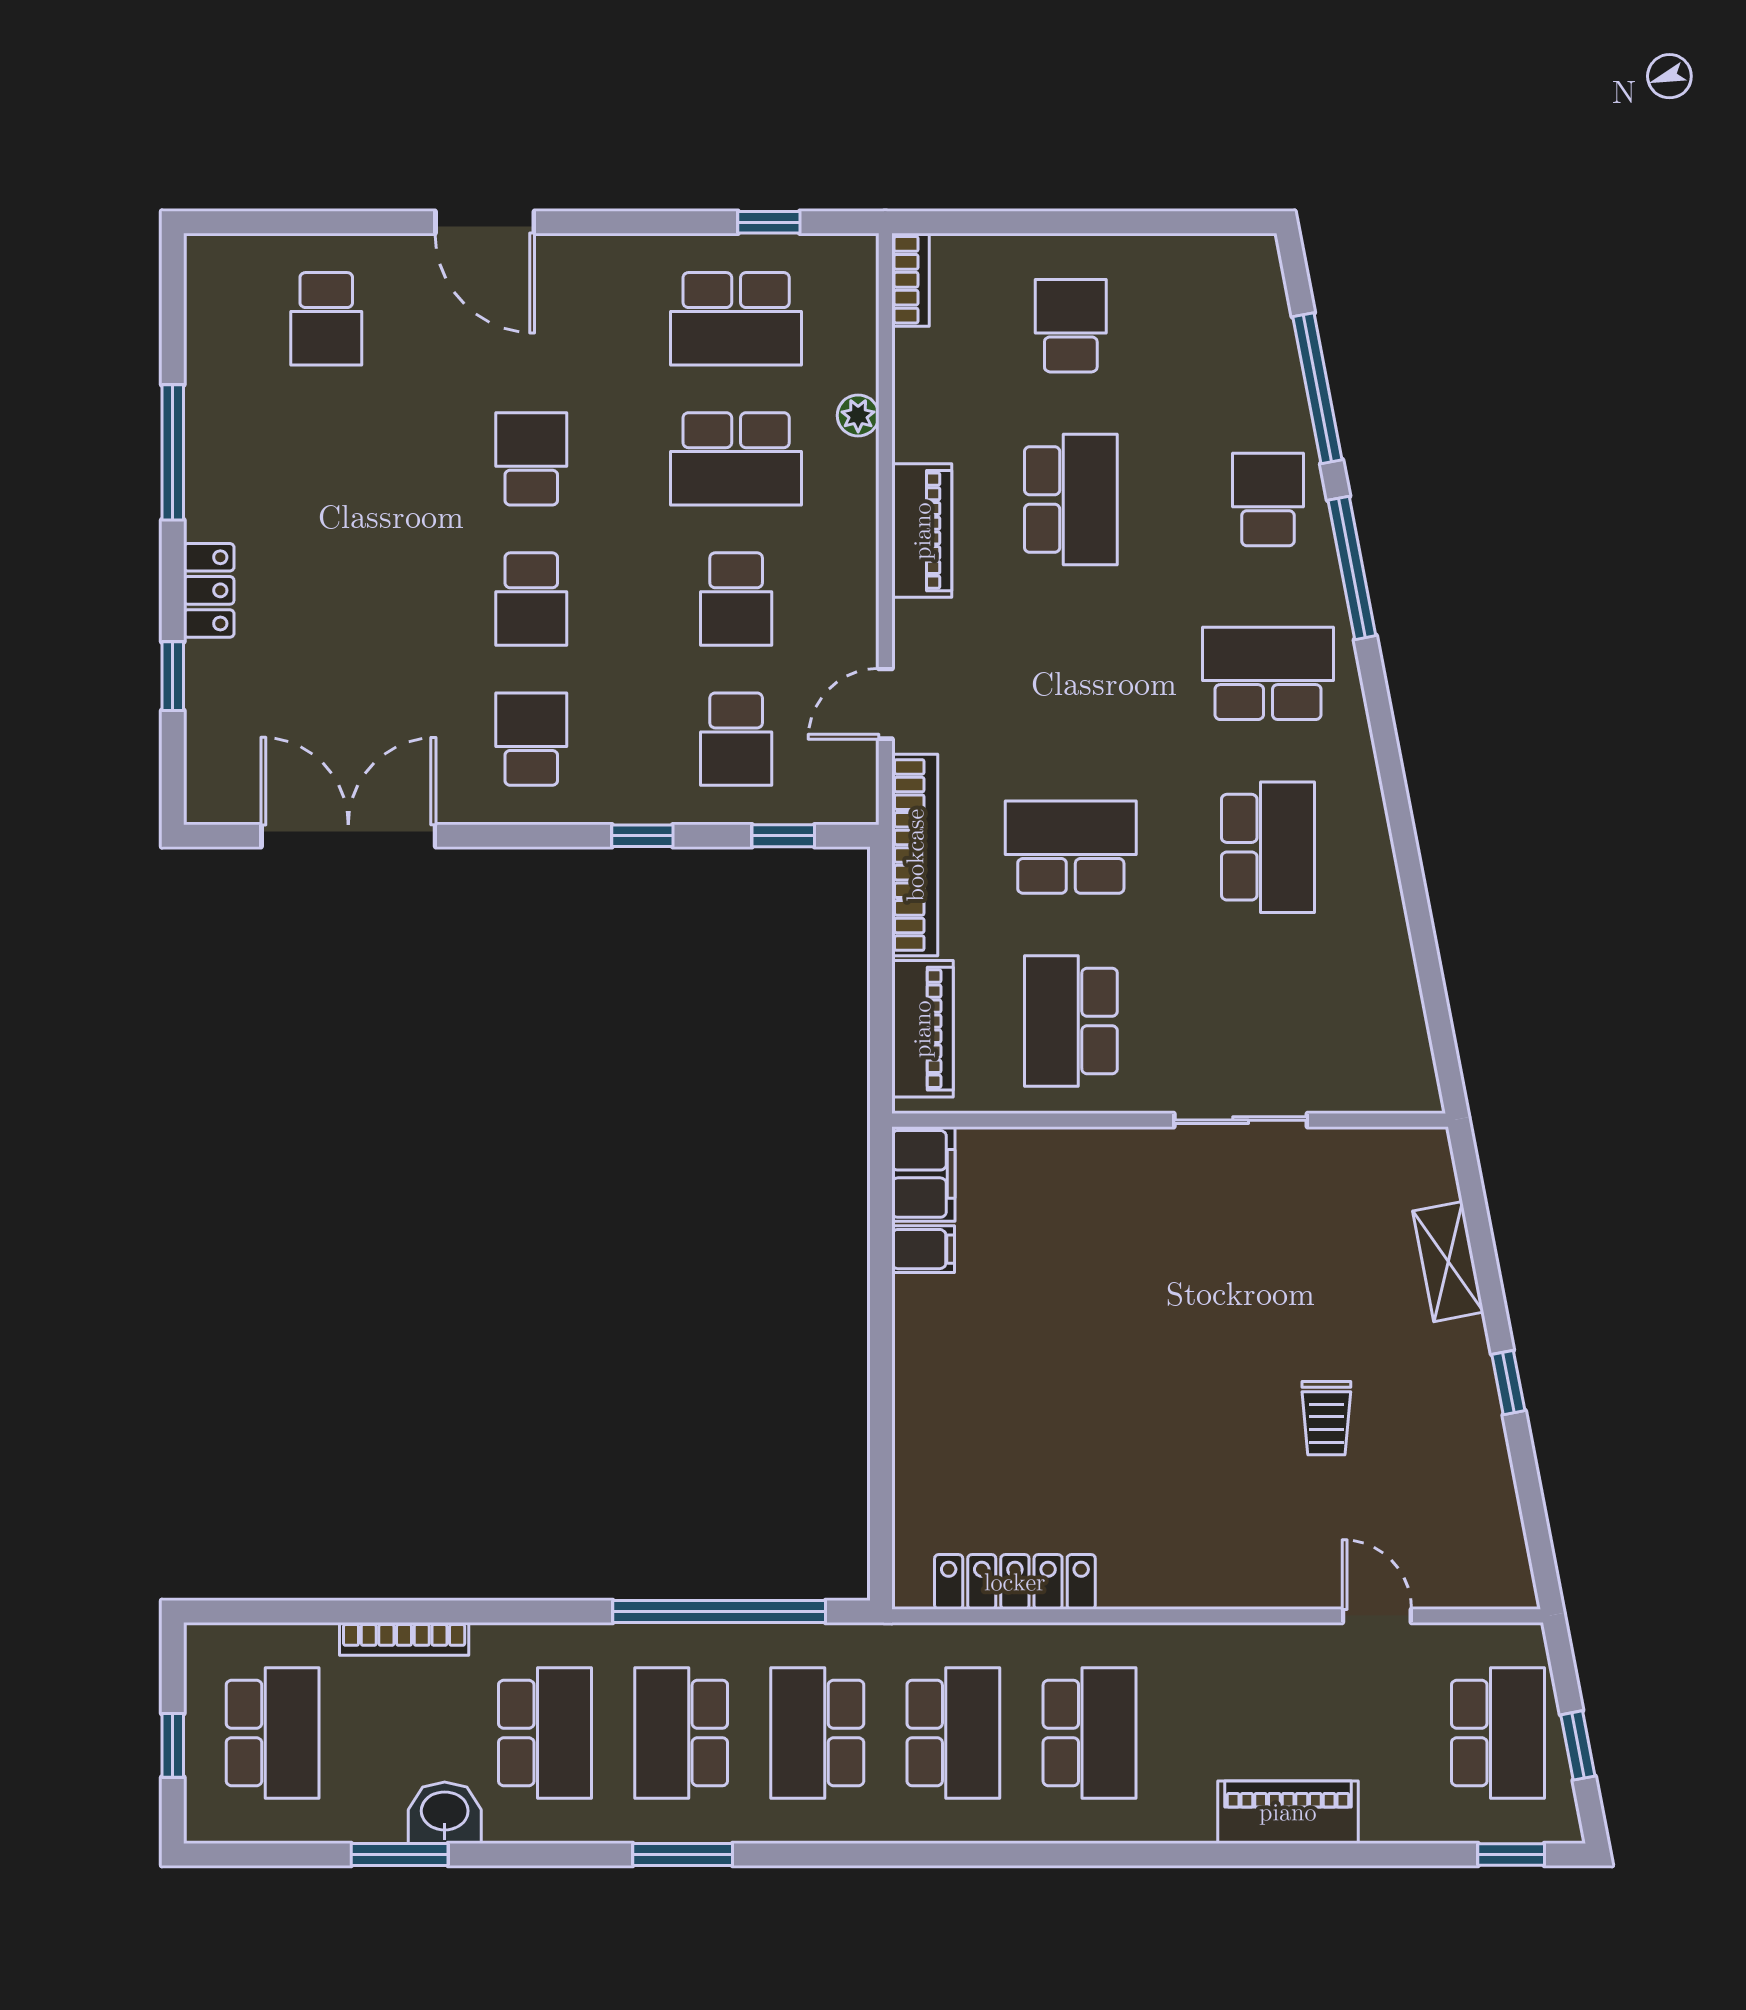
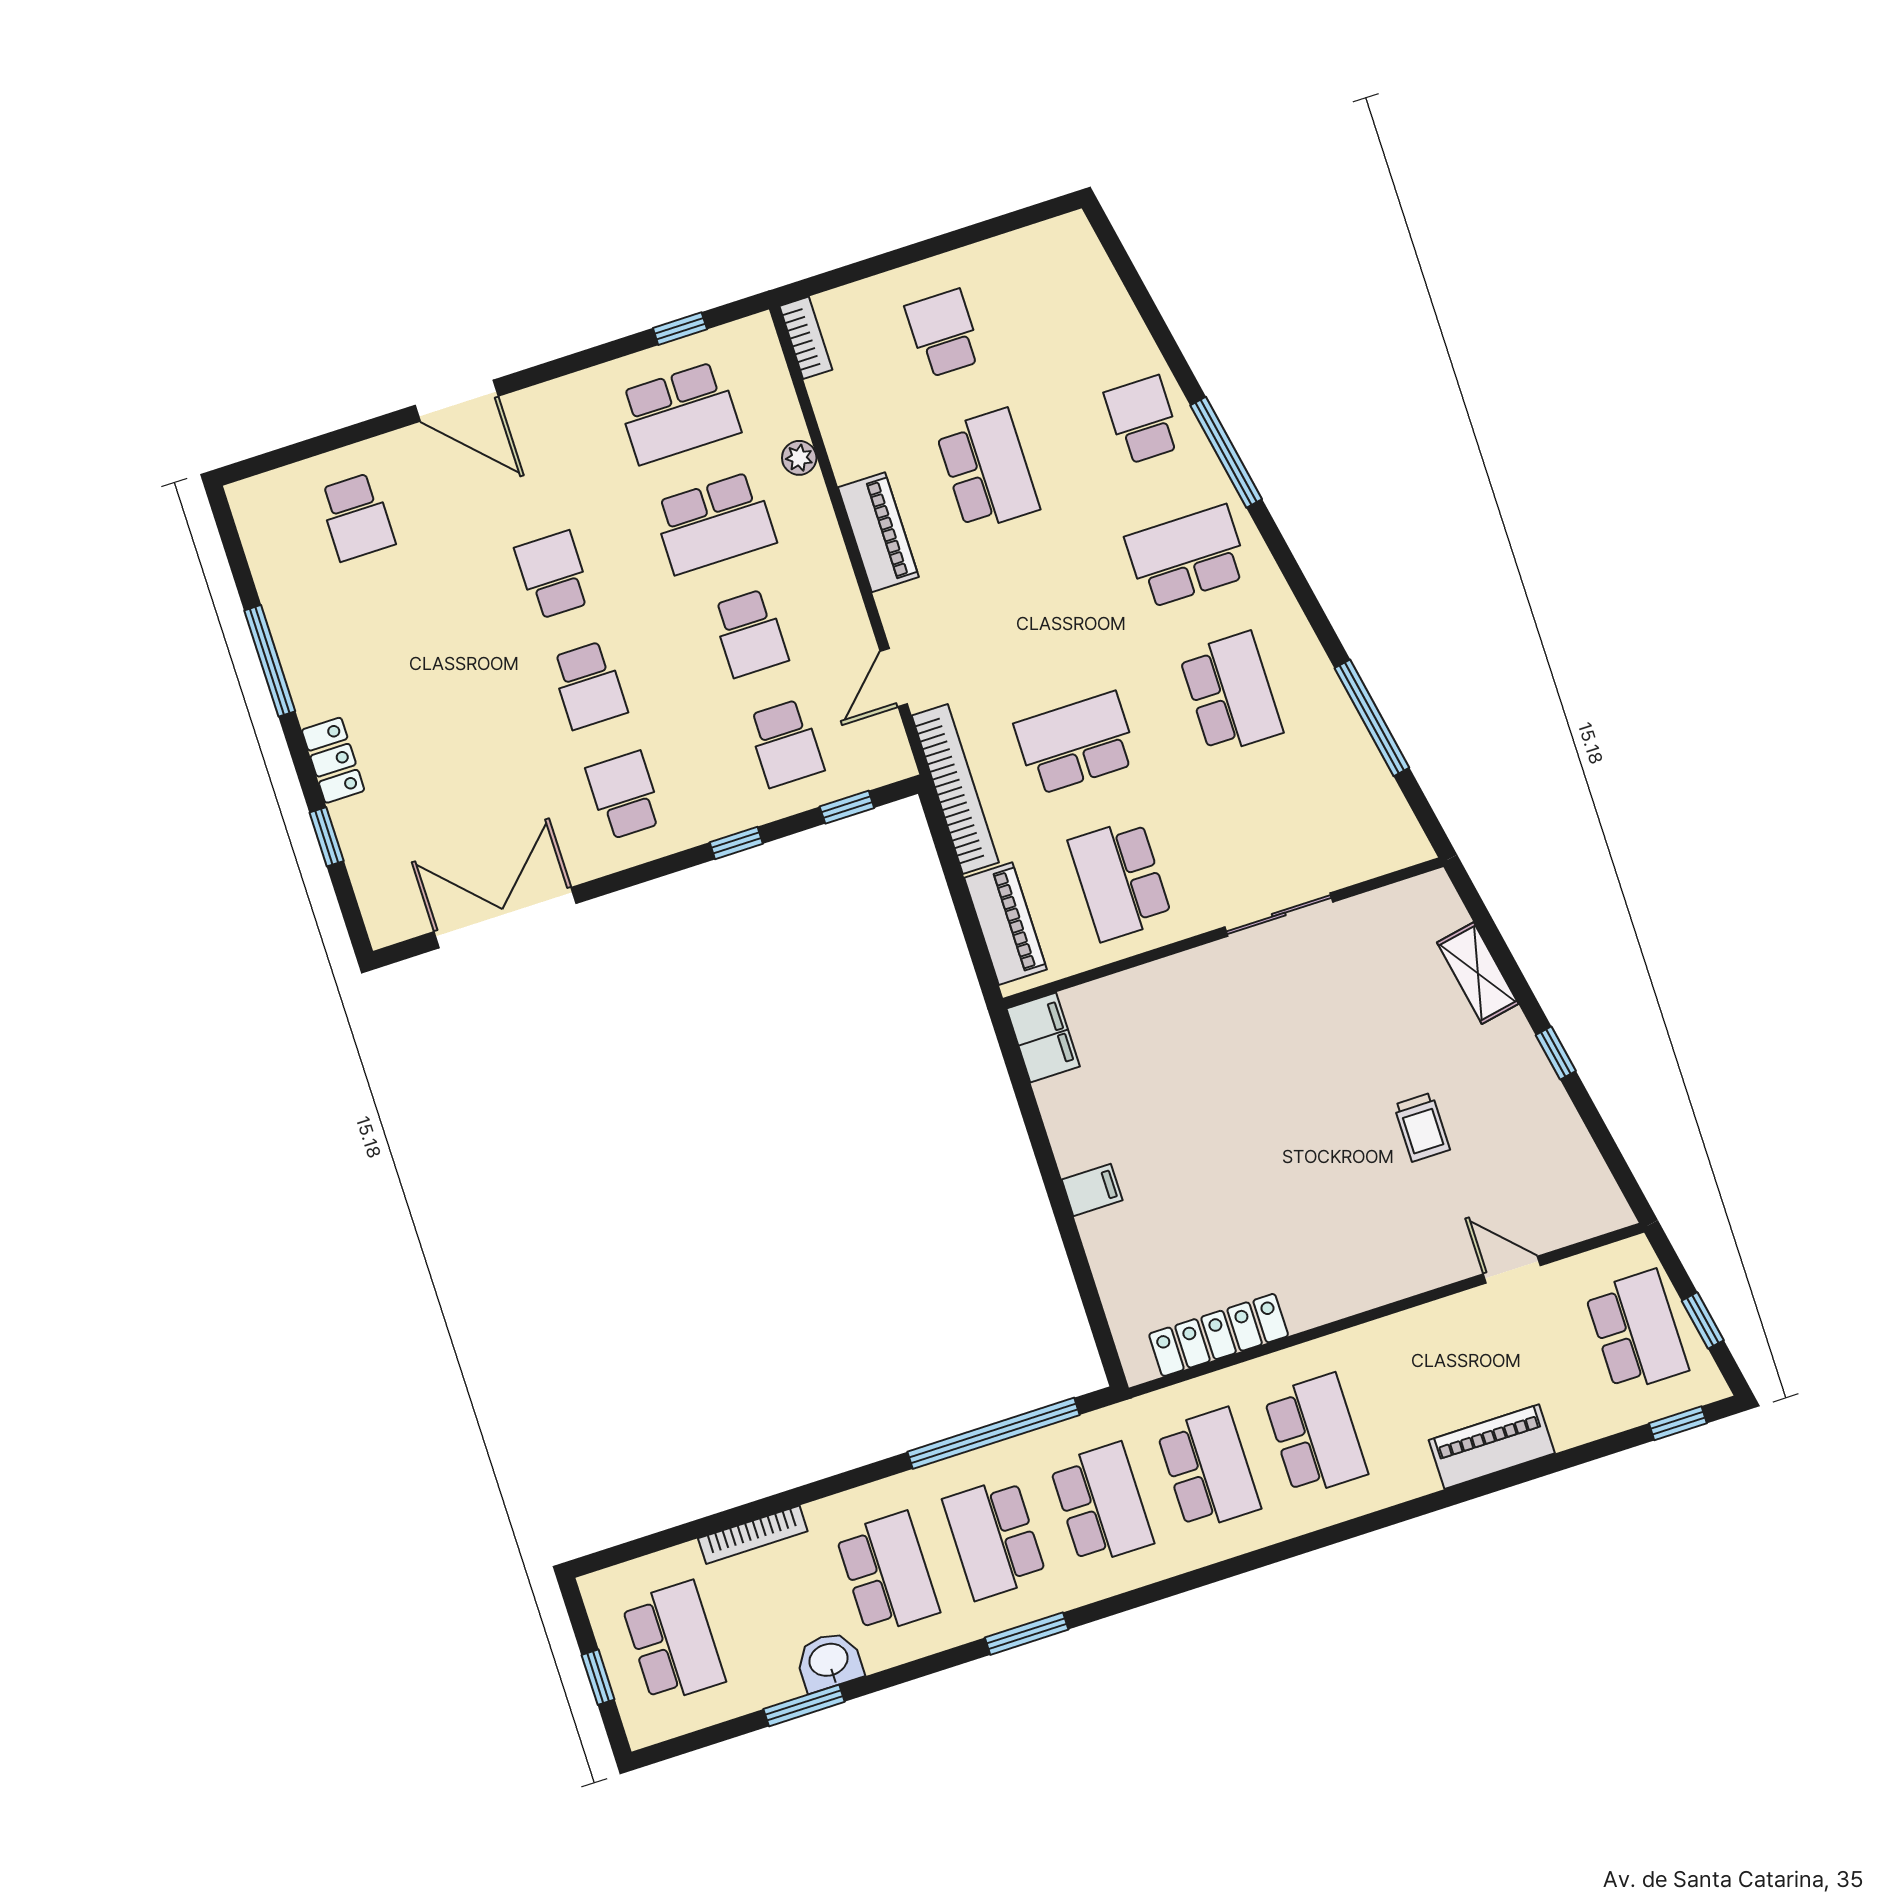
window: (1317, 388) -> (1372, 718), moved
filing cabinet: (923, 1249) -> (1092, 1190), moved
school desk: (817, 1733) -> (1102, 1504), turned 180

